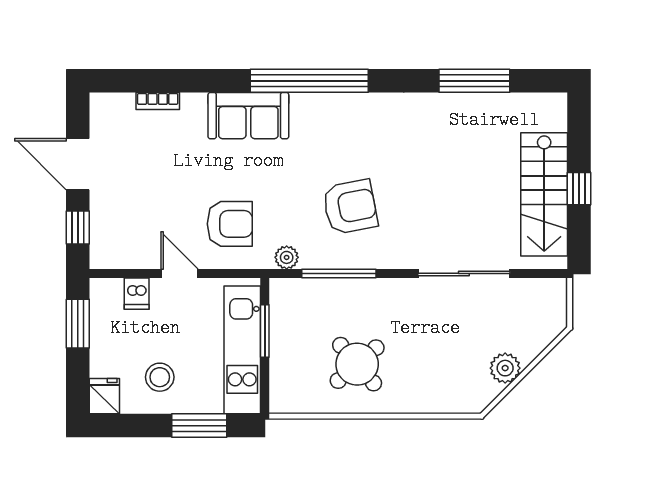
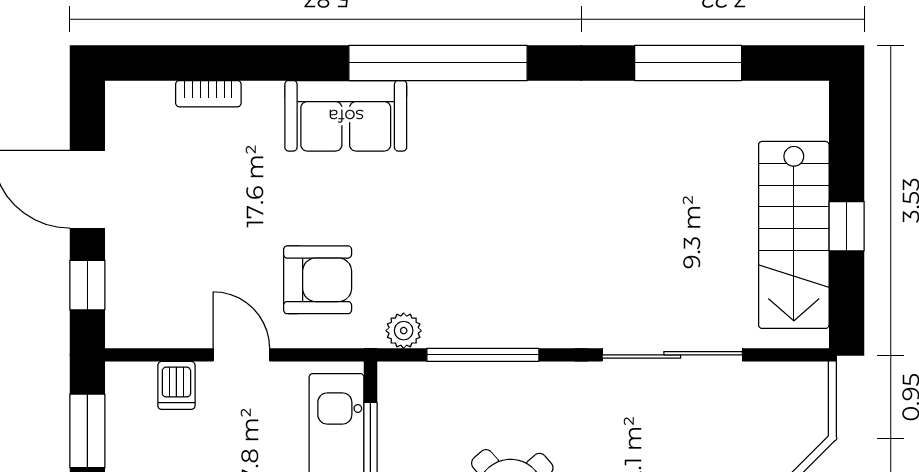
armchair: (350, 207) -> (500, 254), removed

